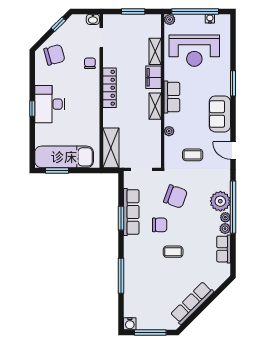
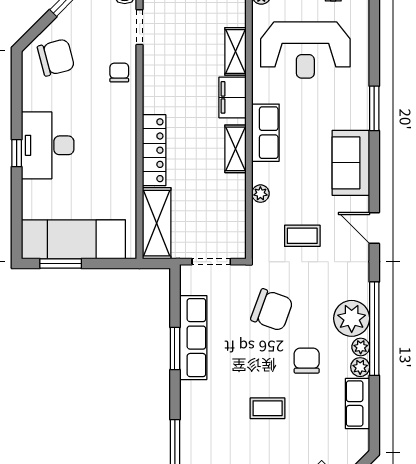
locker: (109, 88) -> (154, 150), moved
chair: (160, 225) -> (307, 361), moved, turned -90

